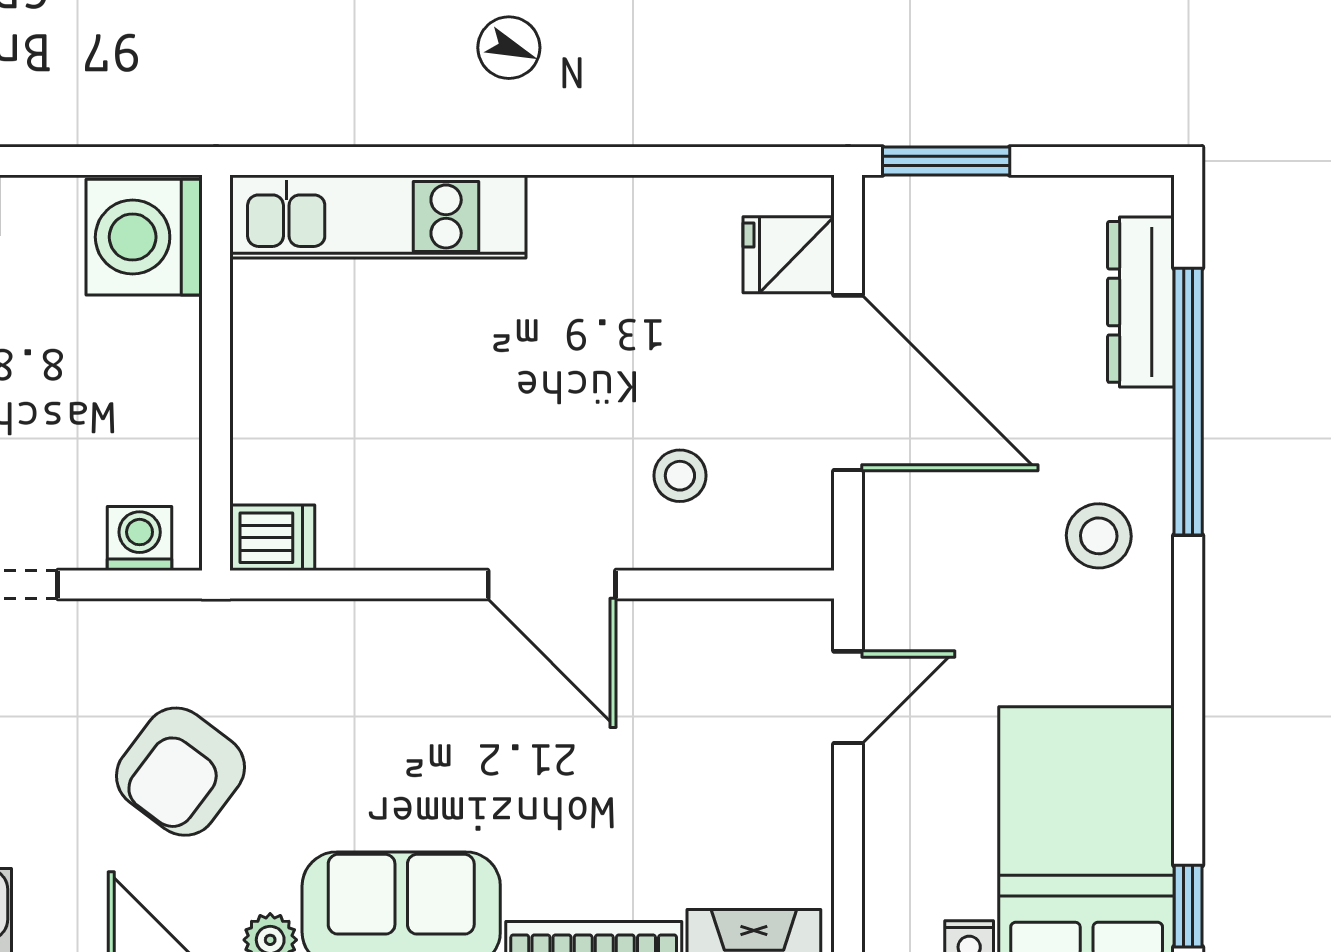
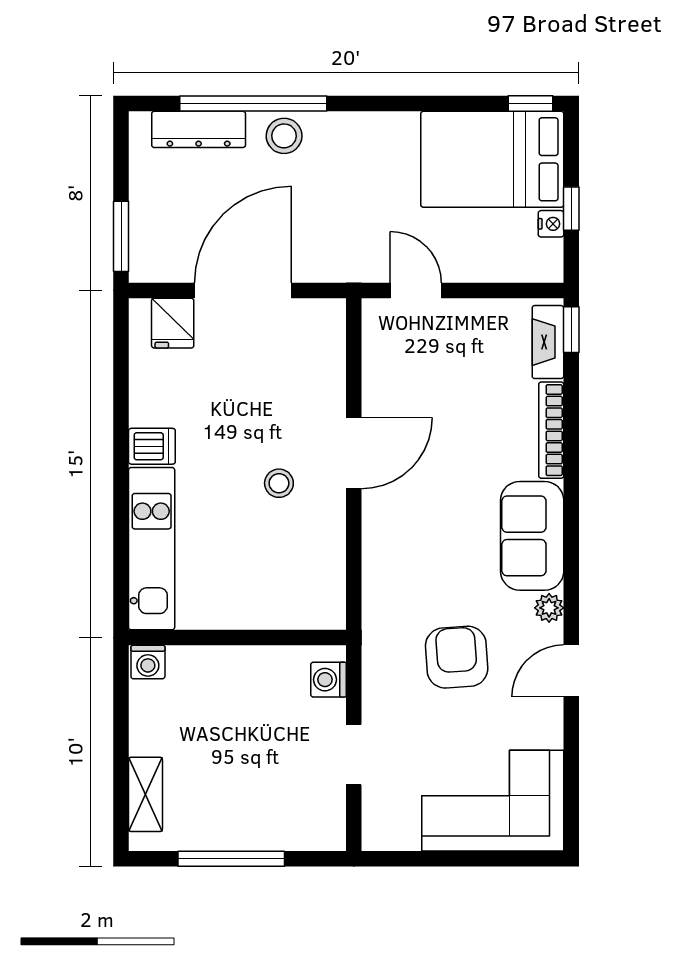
washing machine: (144, 237) -> (148, 662), width x0.53, depth x0.53
stool: (680, 476) -> (279, 483), moved
stool: (1099, 536) -> (284, 136), moved
dishwasher: (272, 538) -> (152, 446), moved, turned 90
armchair: (180, 772) -> (457, 657), turned -131

